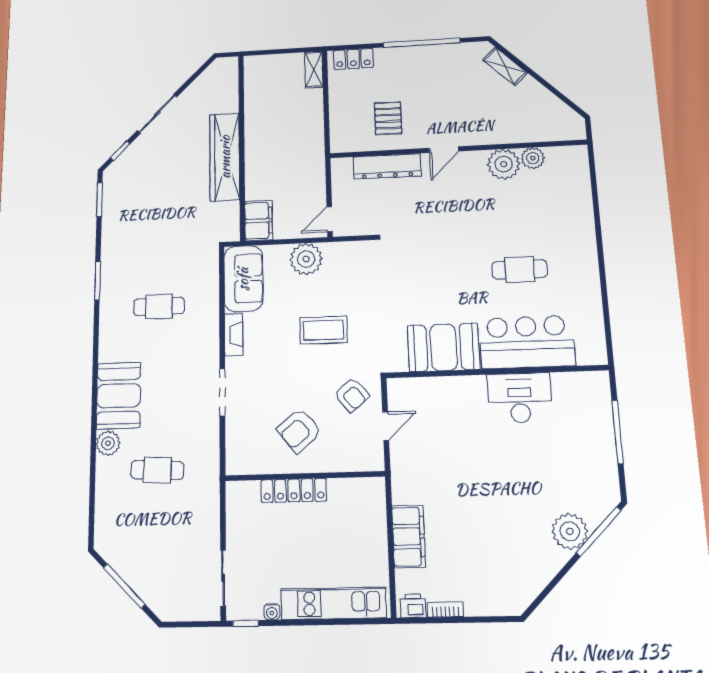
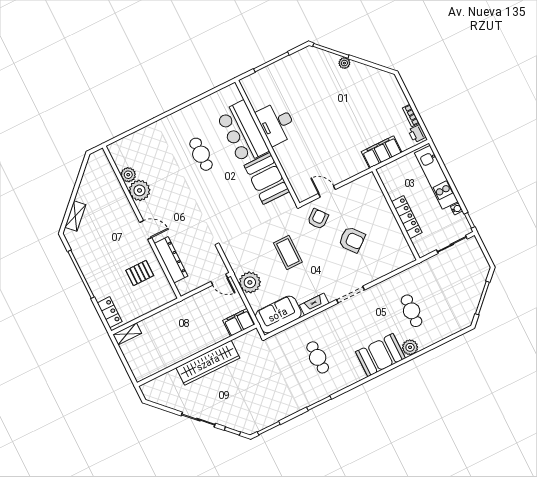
wall: (305, 476) -> (396, 215), moved
locker: (294, 491) -> (407, 217), moved
plant: (570, 531) -> (344, 63), width x0.53, depth x0.53

